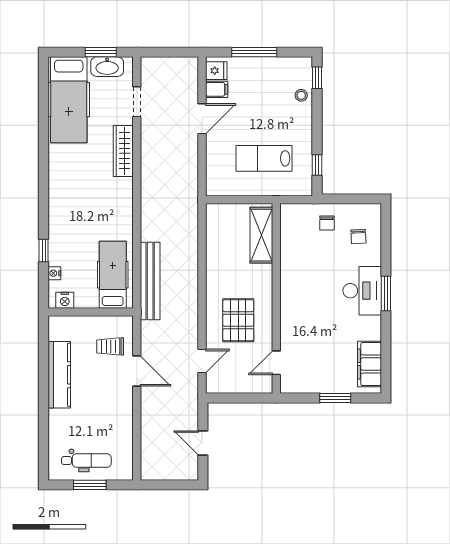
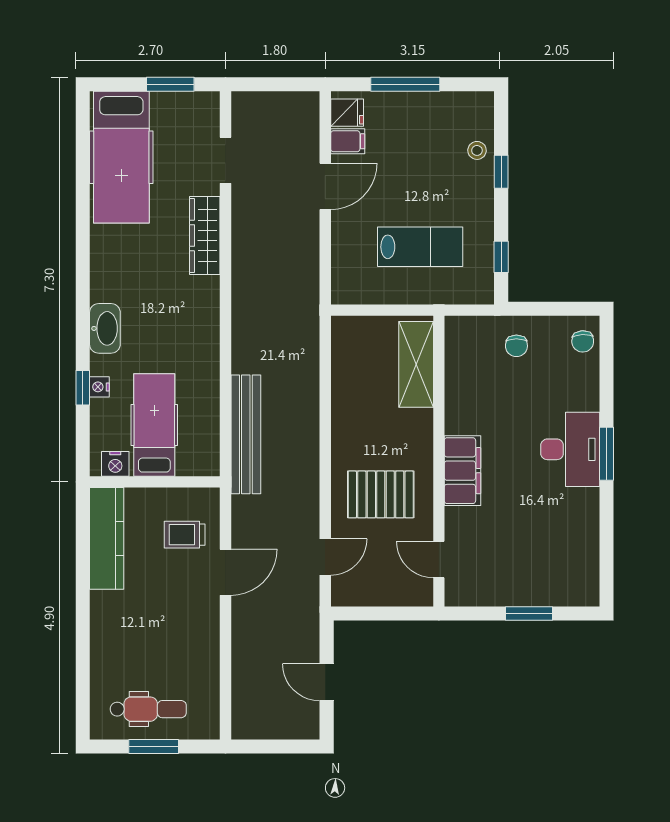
washbasin: (107, 67) -> (105, 328), moved, turned -90
window: (317, 78) -> (501, 172), moved
lab bench: (264, 158) -> (420, 247), turned 180
chair: (358, 237) -> (583, 341), moved
nightstand: (54, 273) -> (99, 387), moved
hospital bed: (113, 275) -> (154, 425), moved
pallet: (238, 320) -> (381, 494), turned 90
door: (276, 363) -> (439, 560), hinge flipped
filing cabinet: (369, 364) -> (462, 471), moved, turned 180
door: (137, 371) -> (225, 572), hinge flipped
kitchen counter: (59, 375) -> (107, 538), moved

